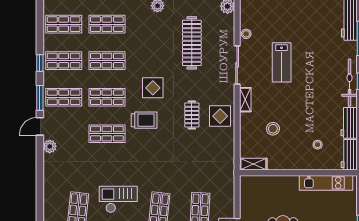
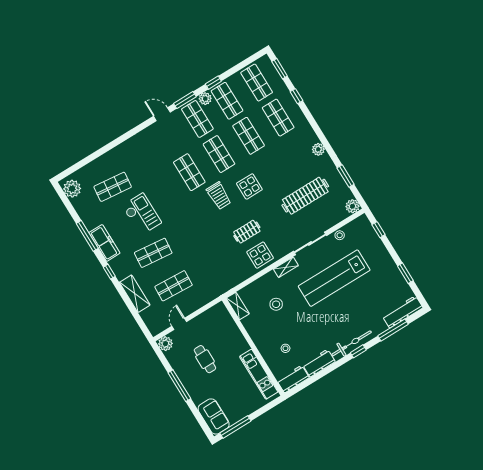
lab bench: (282, 62) -> (334, 278), width x1.86, depth x1.39
plant: (50, 146) -> (205, 99), moved

